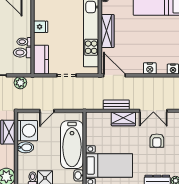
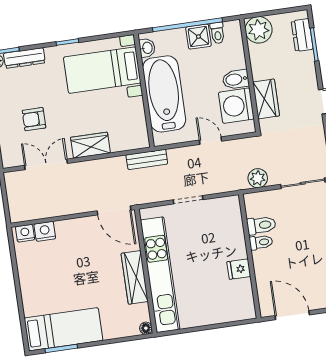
kitchen counter: (41, 60) -> (231, 218), removed
nightstand: (150, 68) -> (45, 231), moved
bench: (116, 105) -> (147, 159), moved
door: (47, 111) -> (211, 141), hinge flipped
armchair: (157, 141) -> (34, 119), turned -90

